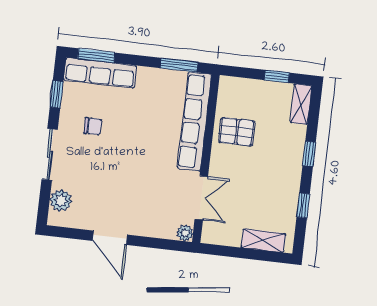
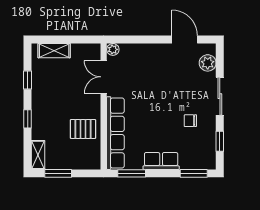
row of seats: (100, 73) -> (161, 161), moved, width x0.68
window: (277, 76) -> (58, 173), width x1.50
door: (110, 238) -> (185, 40), moved

